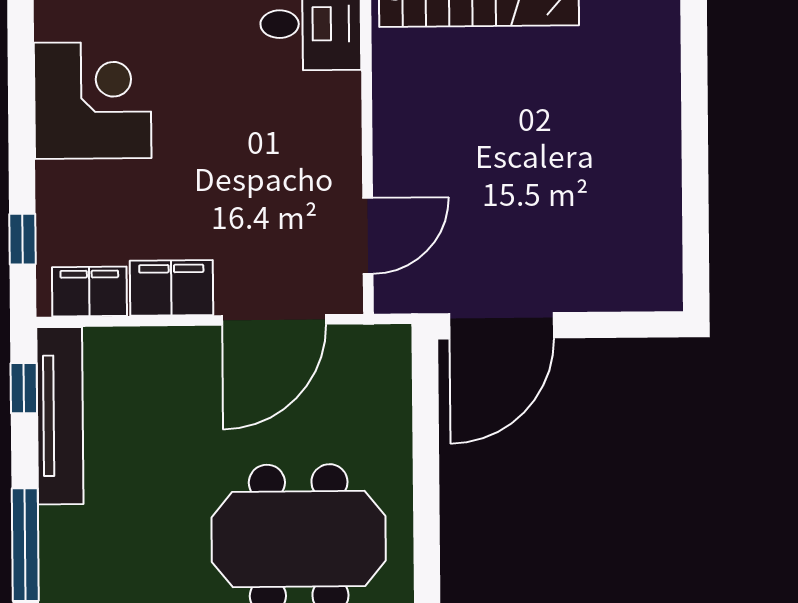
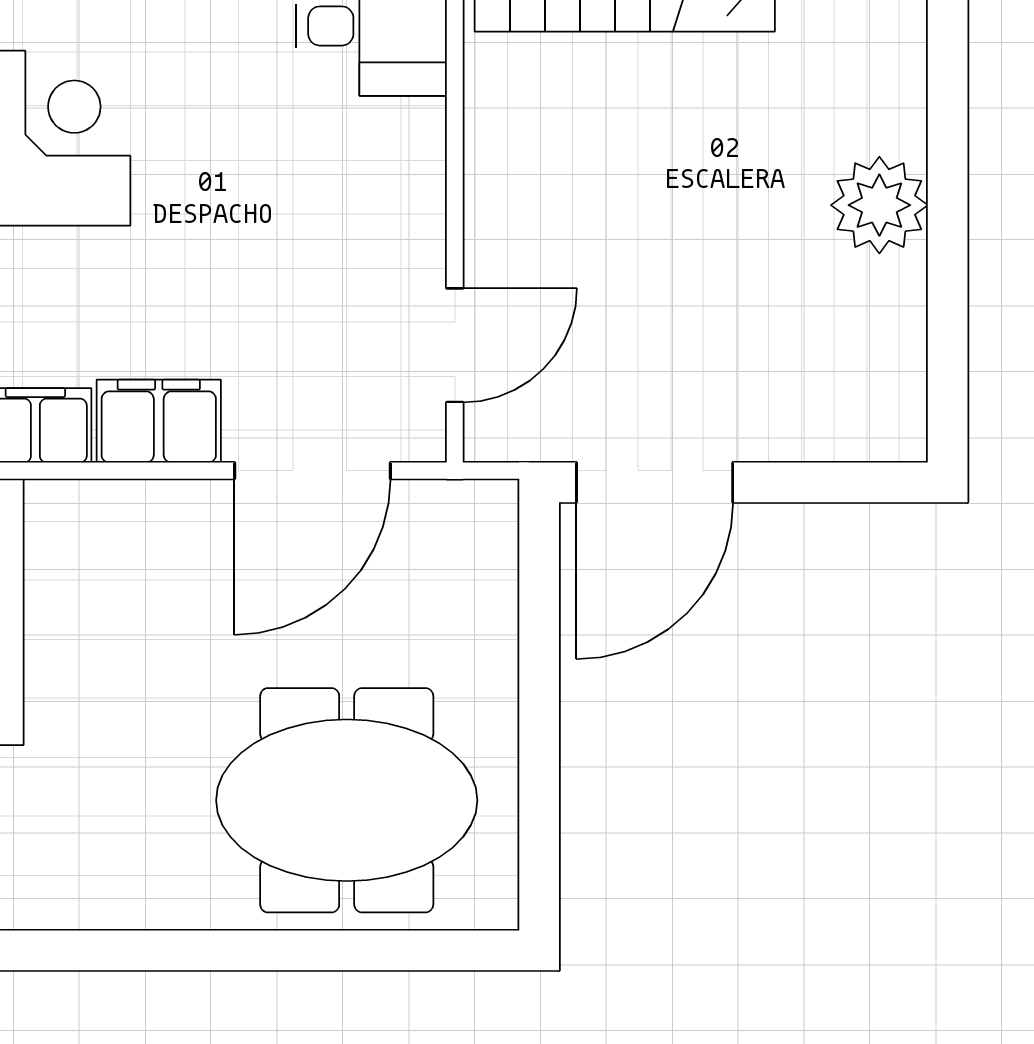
plant: (649, 140) -> (879, 205), added

